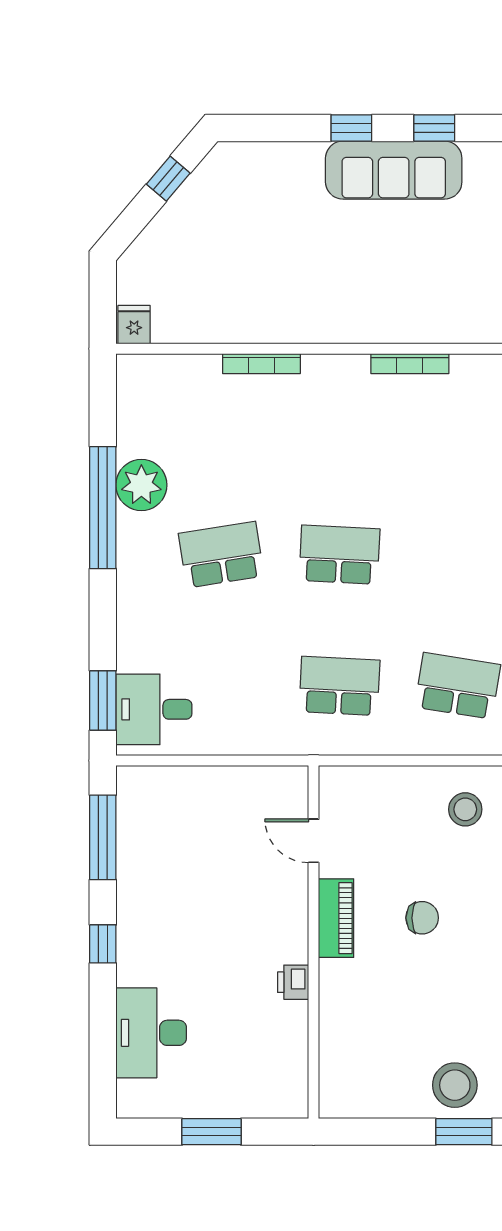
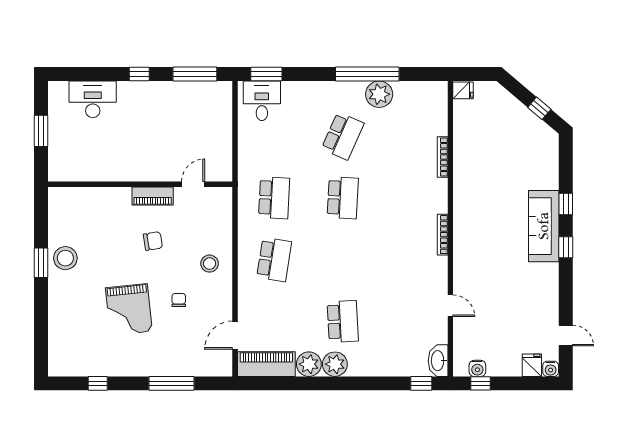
school desk: (221, 555) -> (343, 136), turned 33
chair: (422, 918) -> (153, 241), turned -99
printer: (293, 982) -> (119, 174), removed

